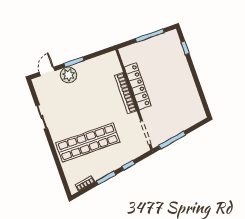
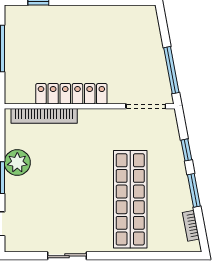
plant: (68, 75) -> (17, 162), moved
bookcase: (126, 93) -> (44, 116), moved

